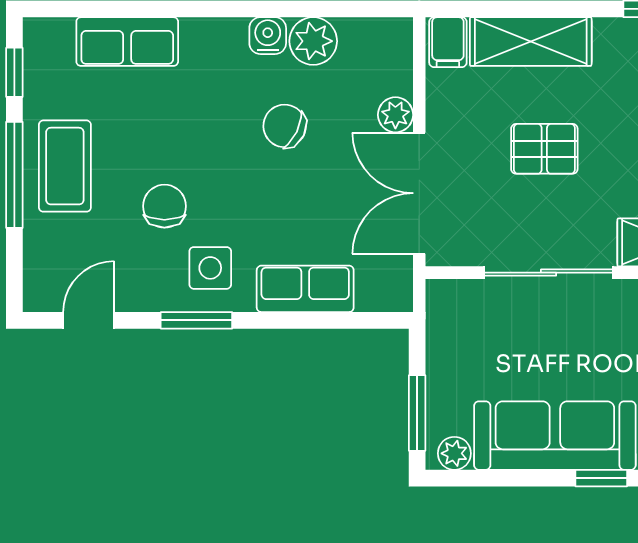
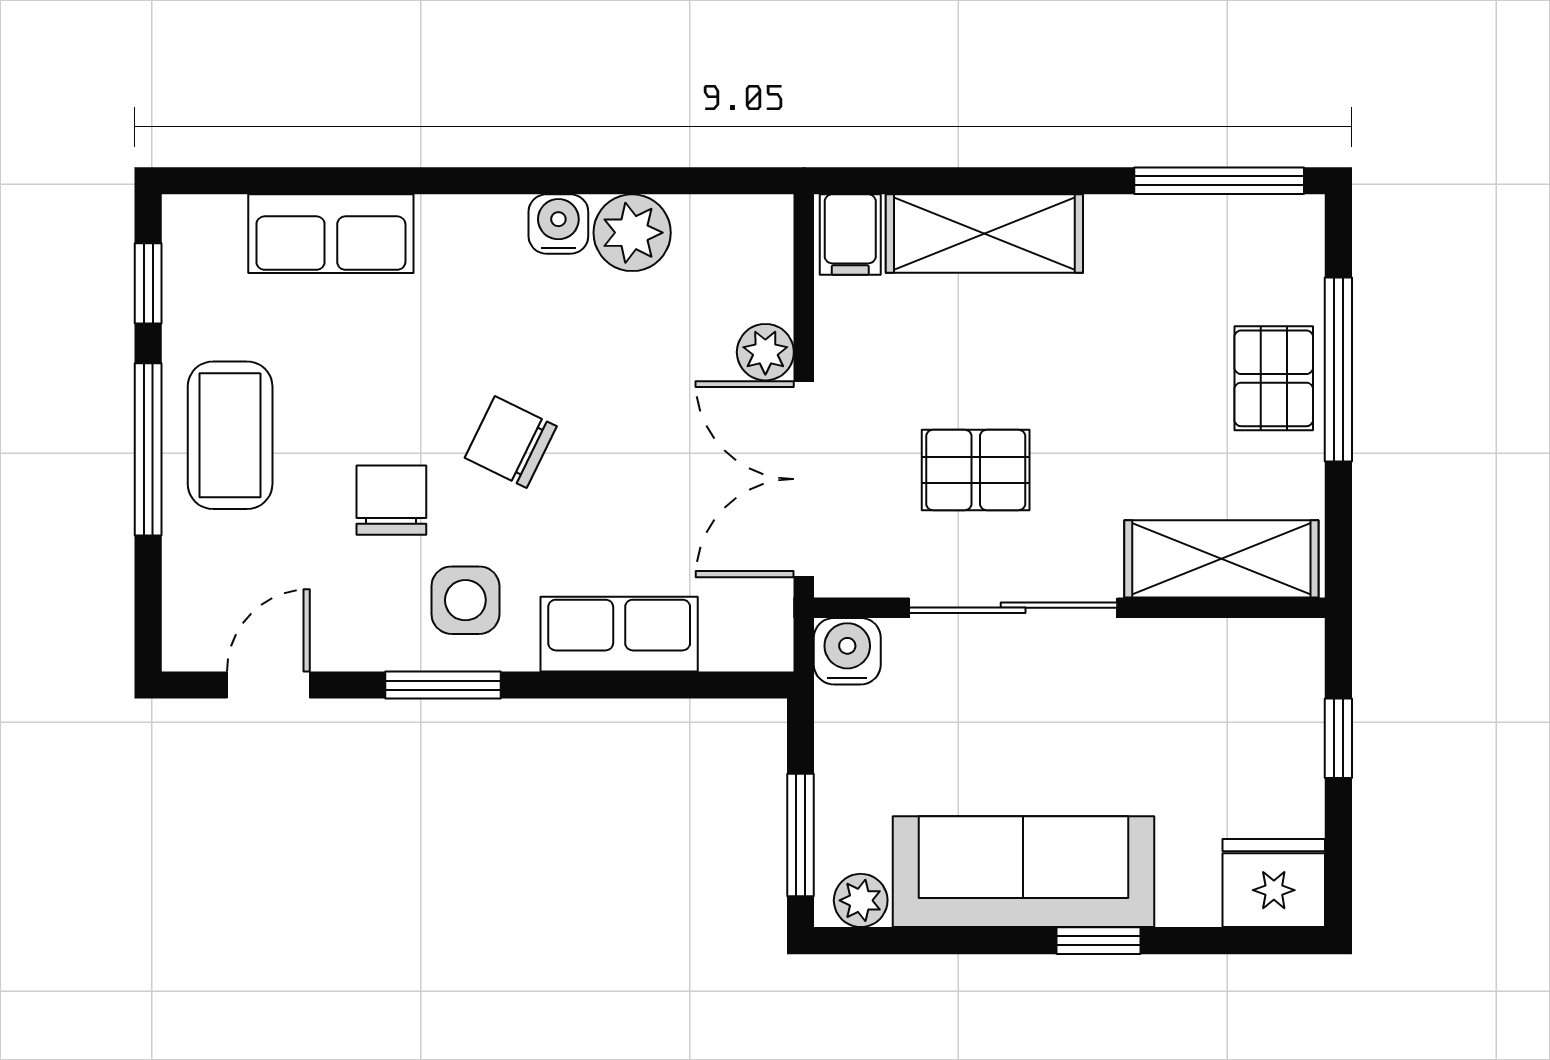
chair: (285, 126) -> (511, 442), moved
pallet: (544, 149) -> (976, 470), moved
water cooler: (446, 299) -> (847, 651), added

